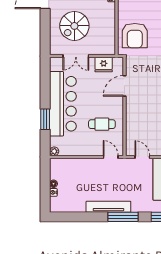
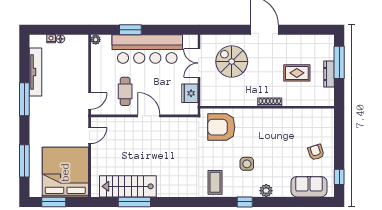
door: (124, 86) -> (149, 116), moved
tv unit: (108, 207) -> (35, 72), moved
window: (123, 217) -> (24, 99), moved

